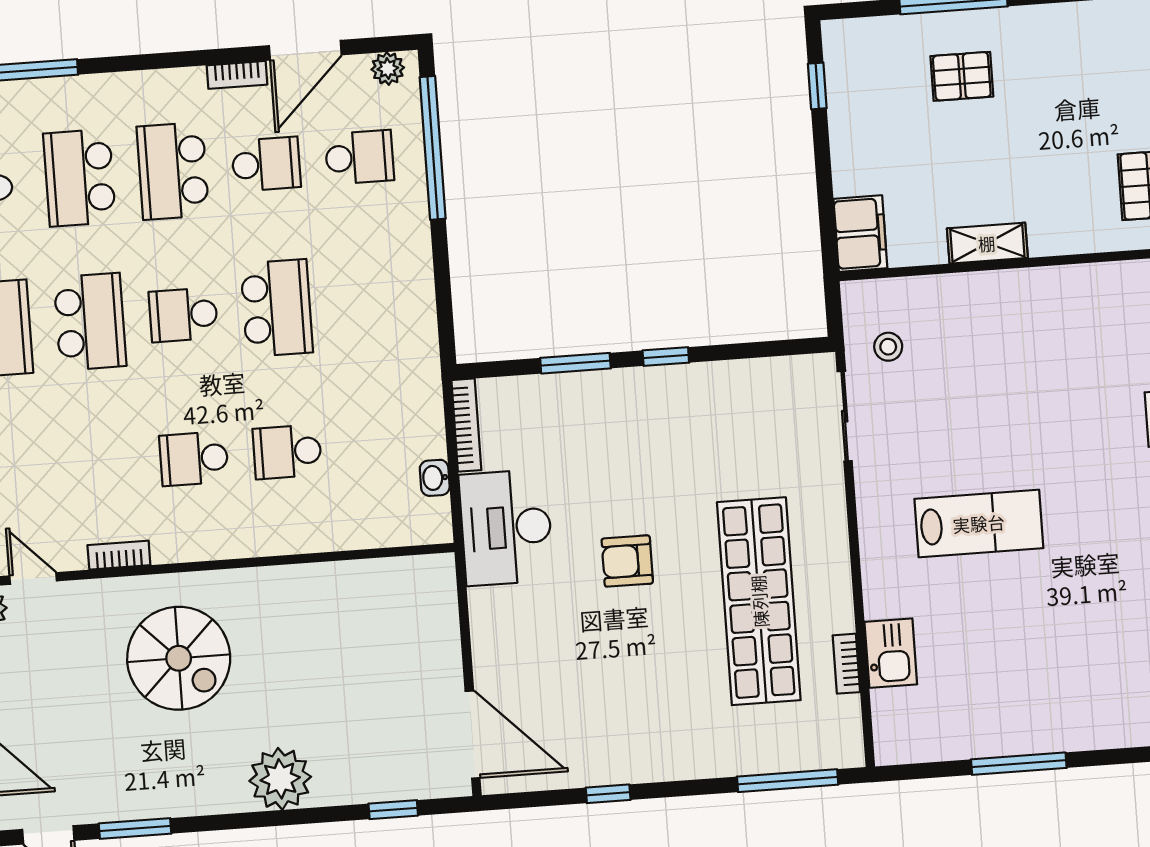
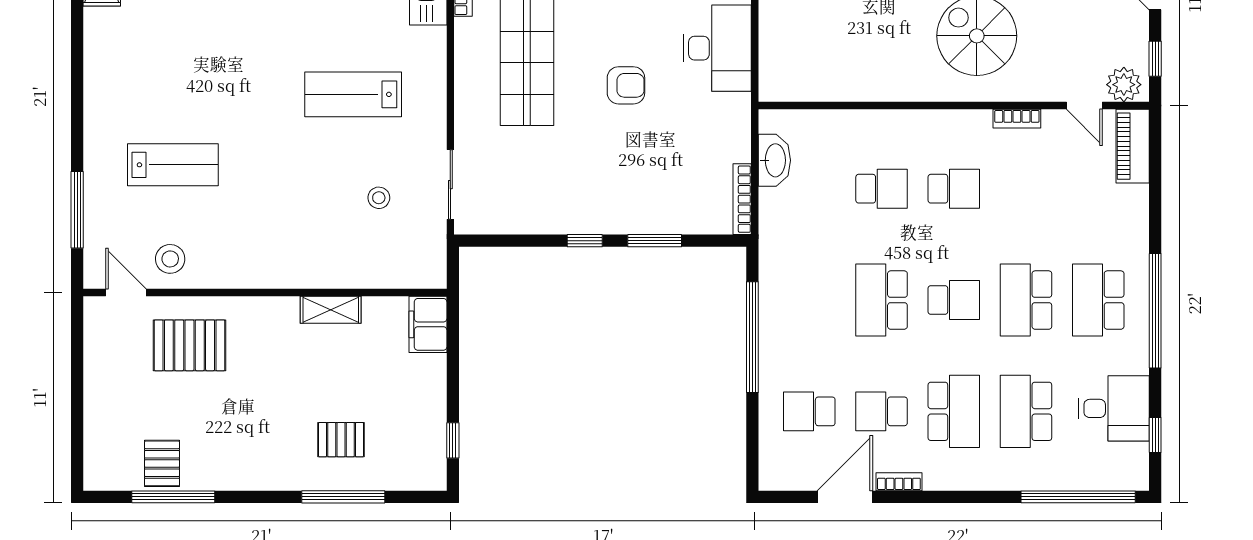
plant: (388, 69) -> (782, 478), removed
window: (433, 148) -> (752, 337), moved
school desk: (79, 178) -> (1026, 411), turned 180
stool: (888, 347) -> (379, 198), moved
washbasin: (435, 478) -> (774, 160), width x1.91, depth x1.45
desk: (506, 527) -> (717, 48), moved

